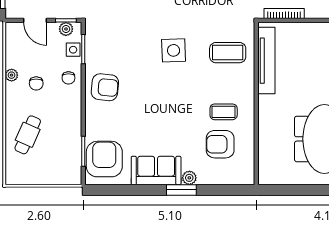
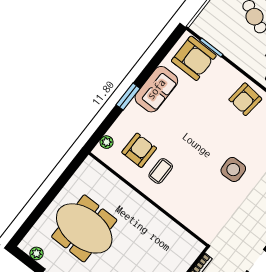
coffee table: (228, 53) -> (201, 207), removed
tv unit: (266, 61) -> (173, 231), removed
plant: (189, 178) -> (107, 142), moved

